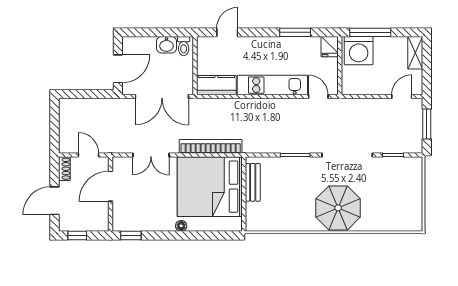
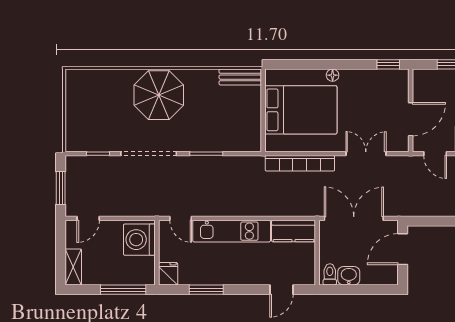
washing machine: (359, 51) -> (139, 240), moved, turned -90
bench: (253, 182) -> (240, 77), moved, turned 90
bed: (210, 187) -> (301, 110), width x0.73

